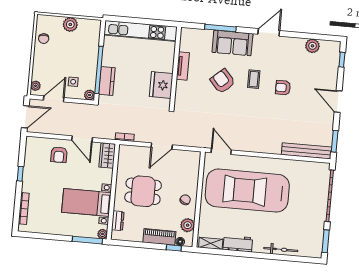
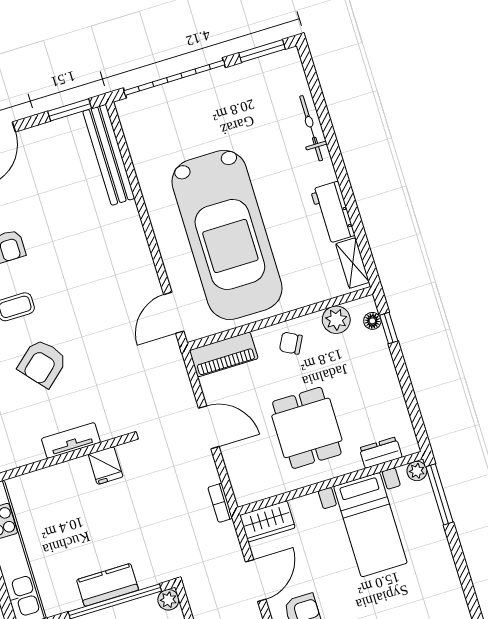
tv unit: (183, 66) -> (71, 440), moved
kitchen counter: (107, 81) -> (108, 585), moved
fridge: (161, 85) -> (106, 466), width x0.53, depth x0.75
piano: (159, 237) -> (224, 354), moved, turned -90

